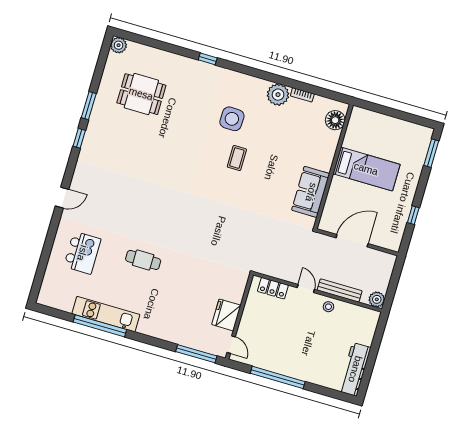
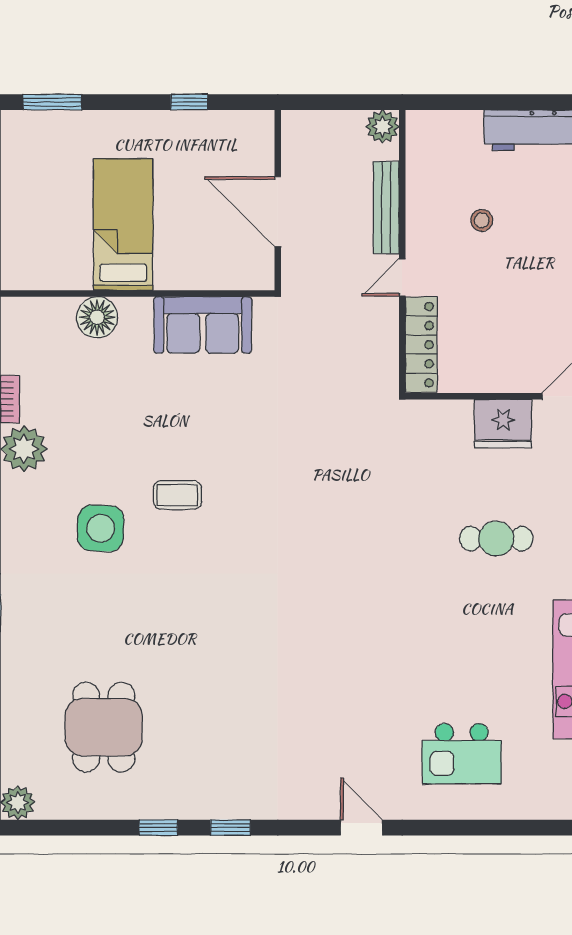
window: (89, 106) -> (158, 828), width x0.67
floor lamp: (335, 120) -> (97, 317), moved
kitchen island: (82, 253) -> (462, 754), turned 180
cafe table: (143, 260) -> (496, 539), moved, turned 90
locker: (273, 288) -> (421, 345), width x1.53
stool: (328, 307) -> (482, 220), moved

